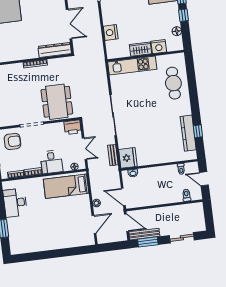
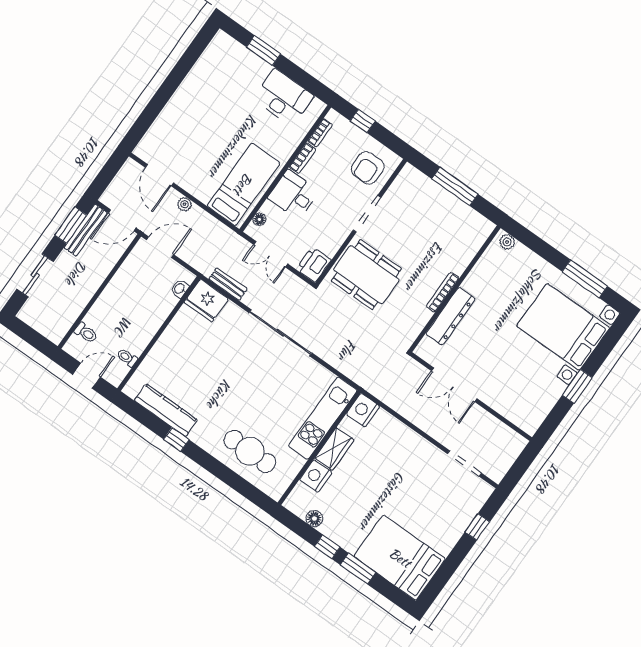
nightstand: (111, 32) -> (363, 410), moved, turned -90
dresser: (55, 50) -> (450, 316), moved
window: (198, 131) -> (176, 440), moved

